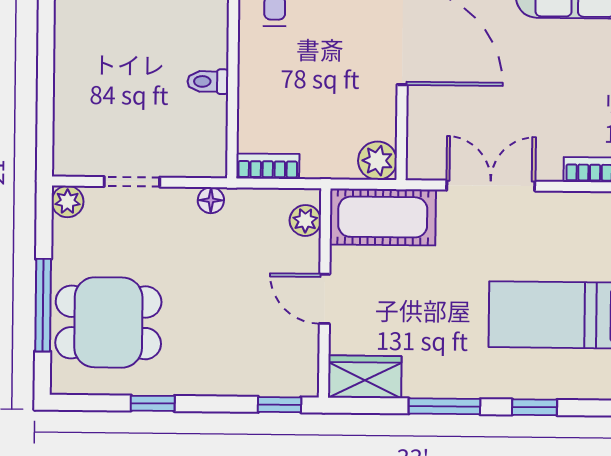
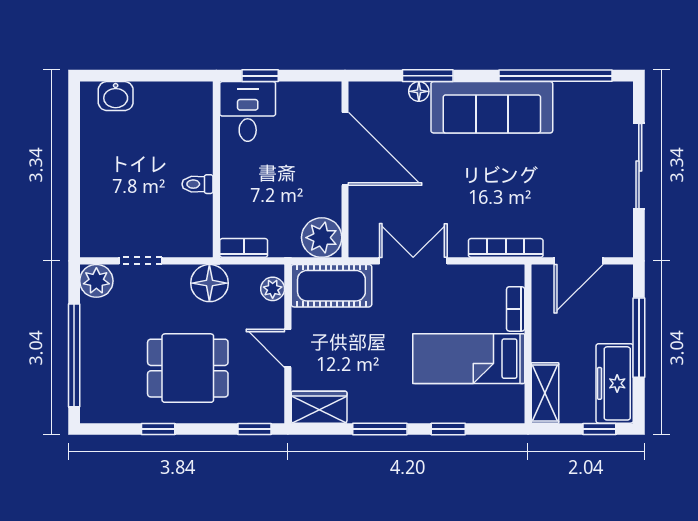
plant: (377, 161) -> (322, 238), width x1.36, depth x1.36
floor lamp: (211, 200) -> (209, 283), width x1.89, depth x1.89
plant: (68, 202) -> (96, 281), width x1.38, depth x1.38
window: (43, 305) -> (74, 355), width x1.46
dining table: (108, 322) -> (188, 368), moved

